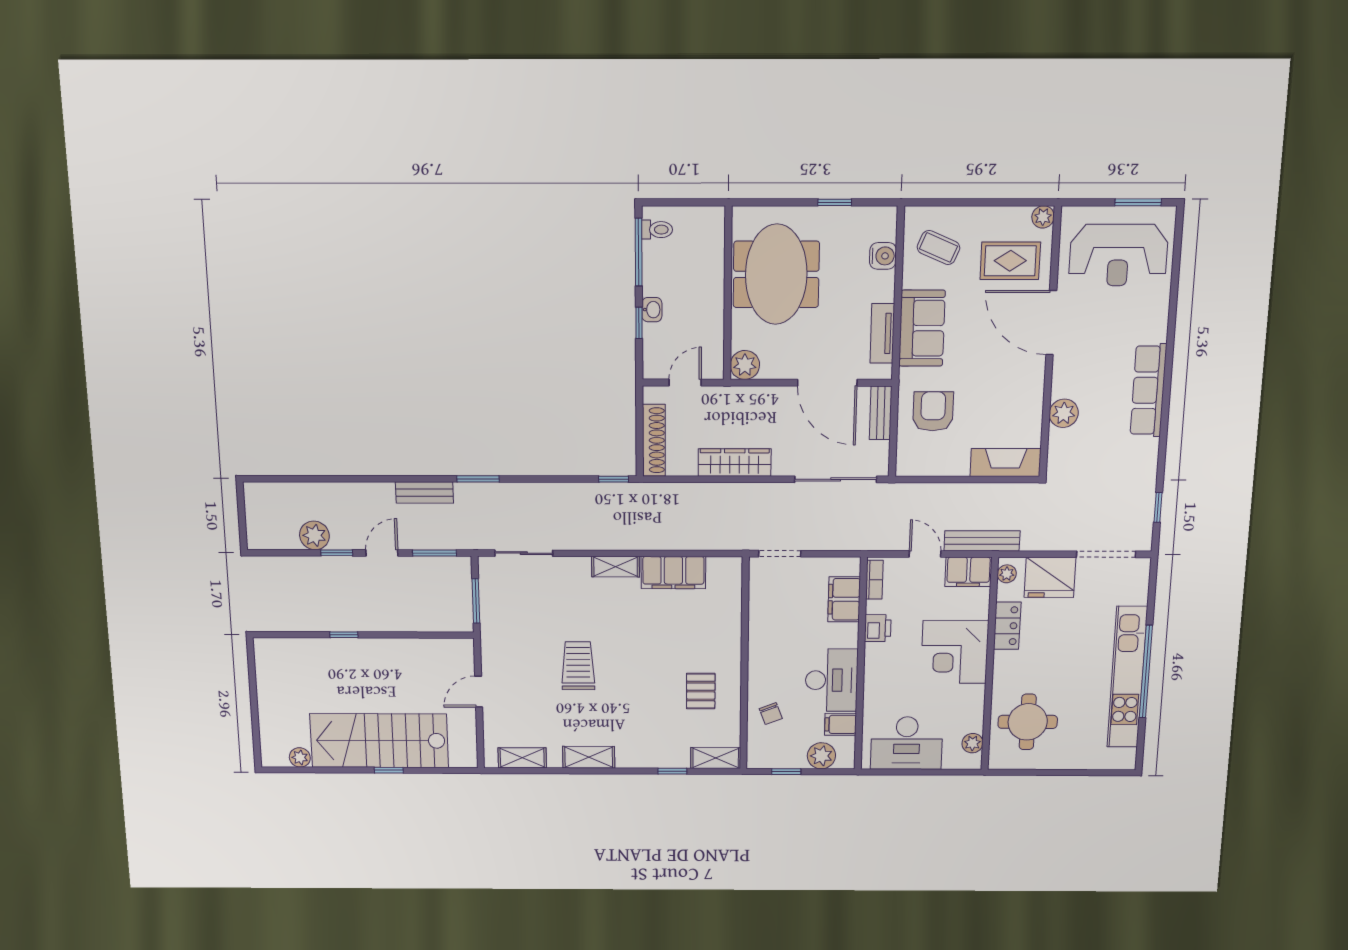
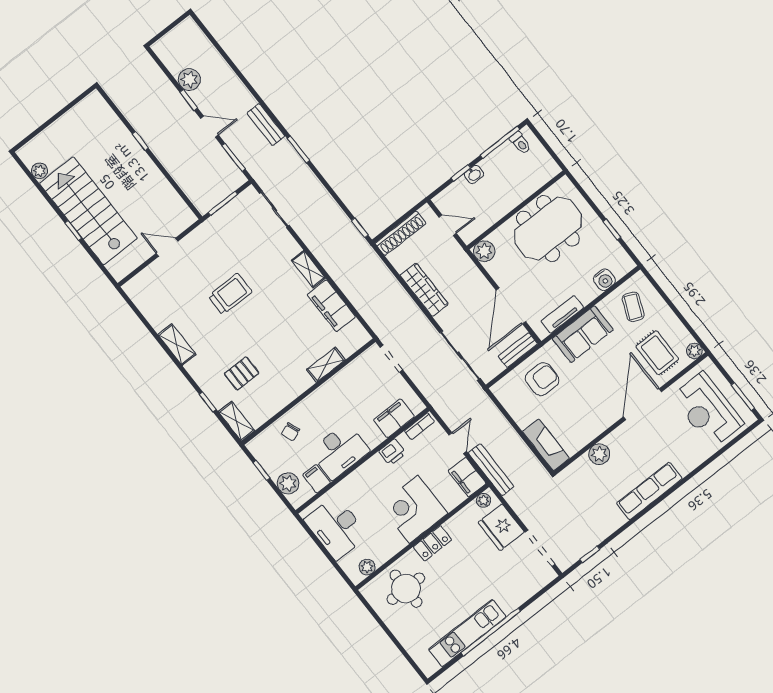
locker: (1007, 626) -> (433, 543), moved
kitchen unit: (1127, 677) -> (467, 633), width x0.73
pallet: (701, 691) -> (242, 373), moved
shelving: (522, 758) -> (326, 365), moved, turned 90

